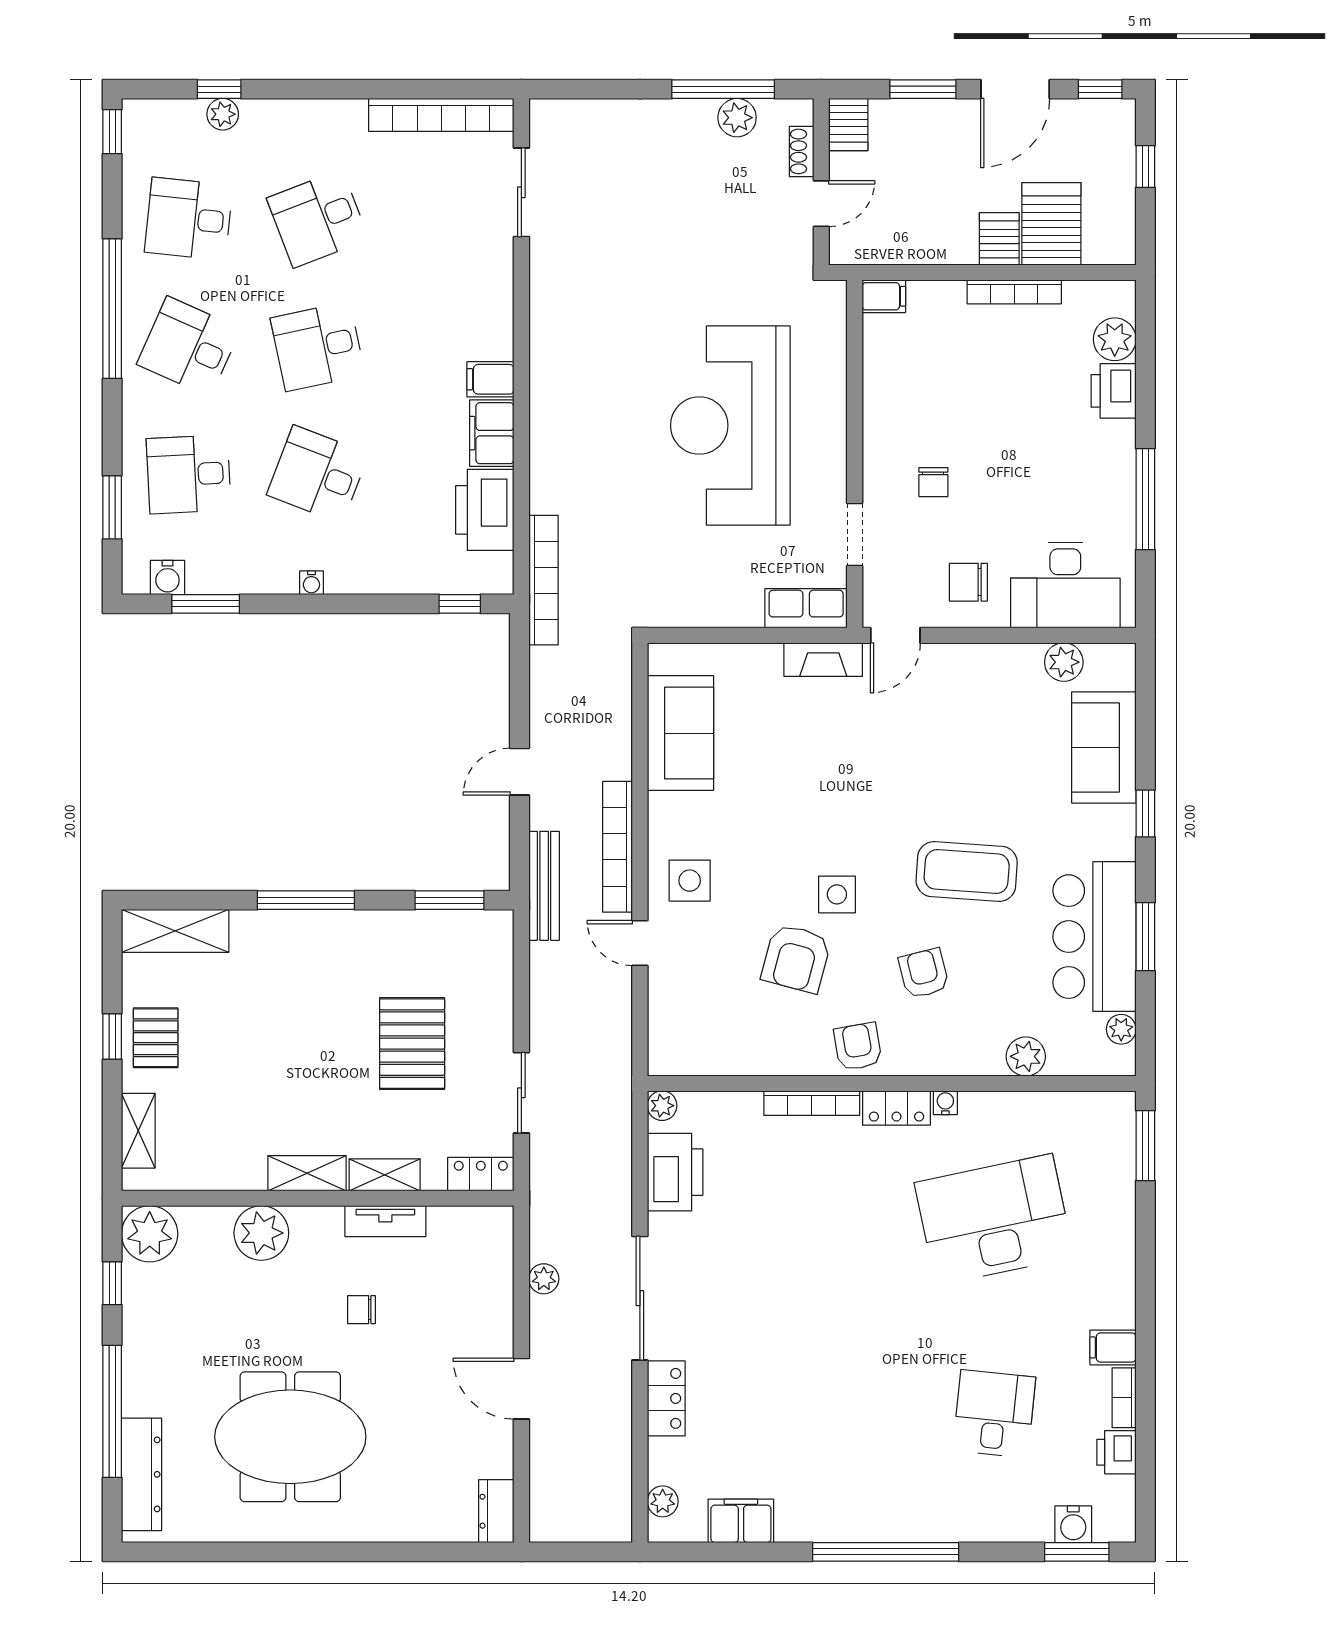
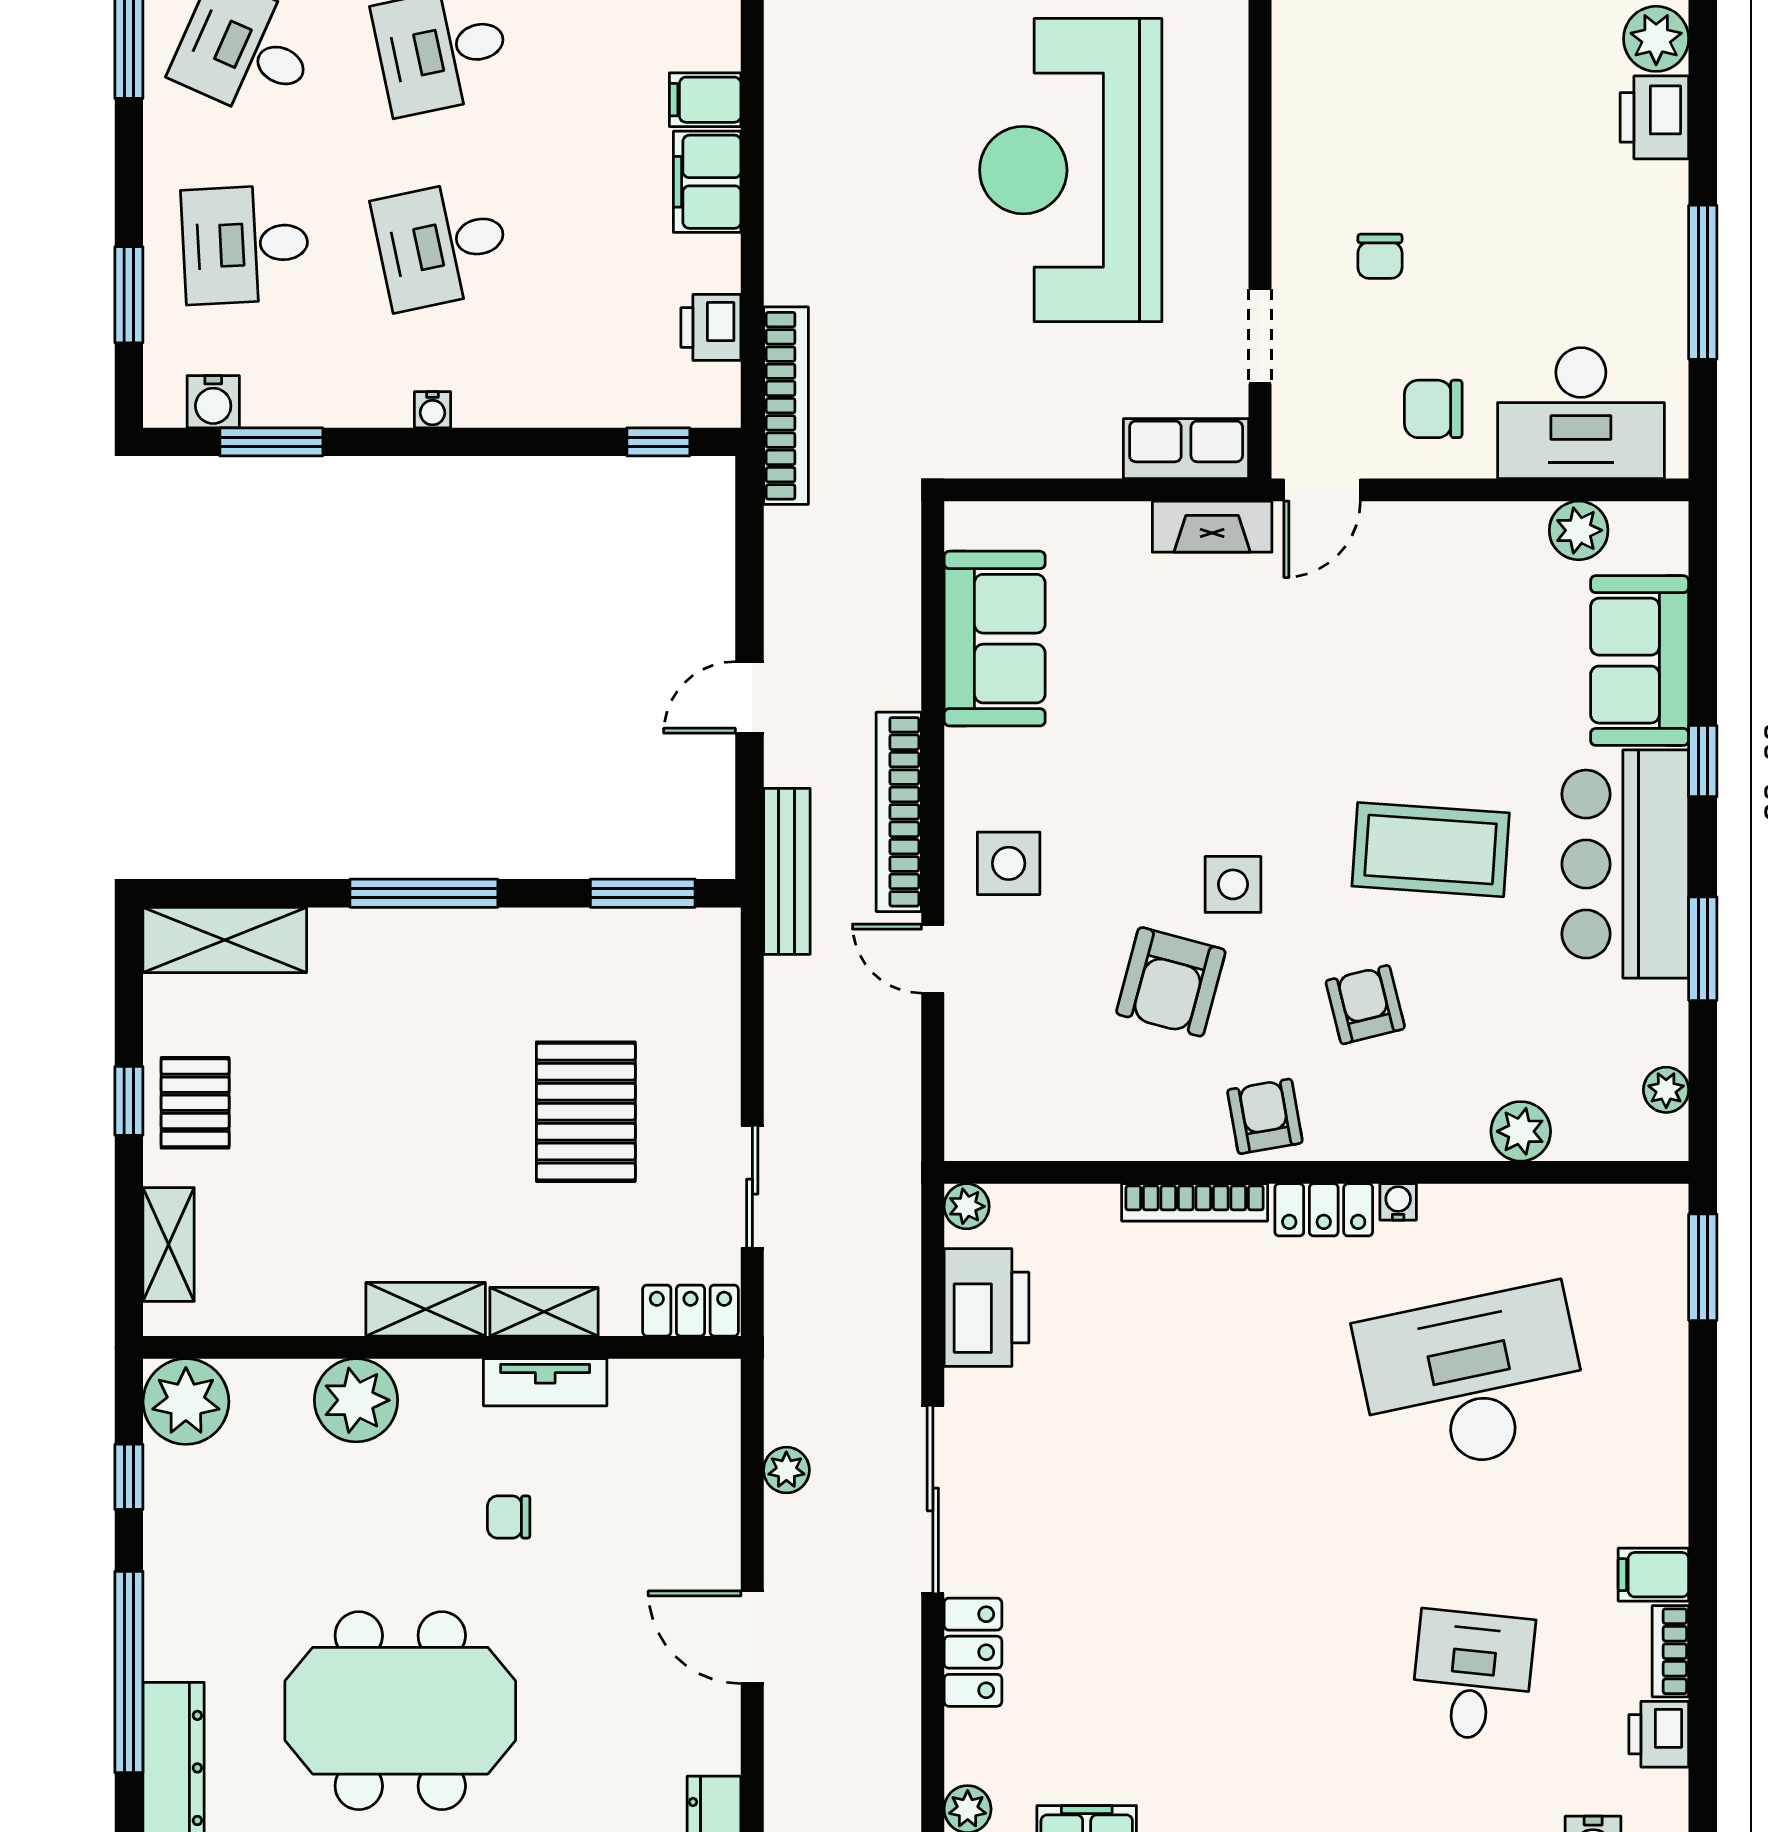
desk: (318, 474) -> (442, 244), turned -33
printer: (485, 510) -> (711, 327), width x0.53, depth x0.68
bar counter: (1094, 937) -> (1625, 864), moved

